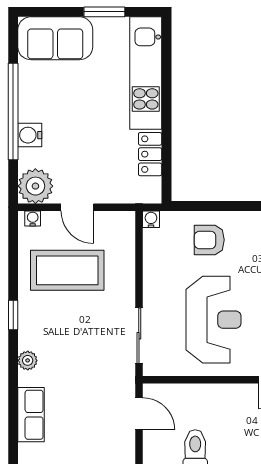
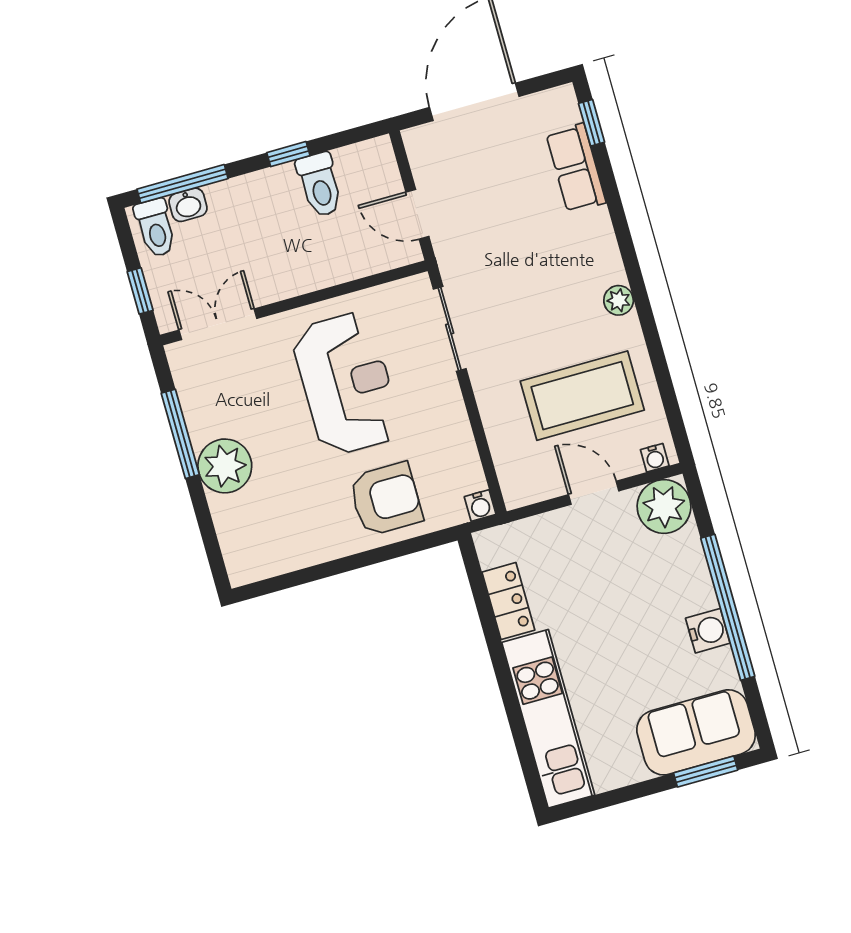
window: (104, 12) -> (706, 772), moved
water cooler: (30, 135) -> (708, 631), moved
armchair: (209, 240) -> (386, 499), width x1.38, depth x1.38
window: (13, 315) -> (592, 123), moved
reception desk: (213, 320) -> (347, 384), turned 180
plant: (28, 360) -> (619, 300), moved

